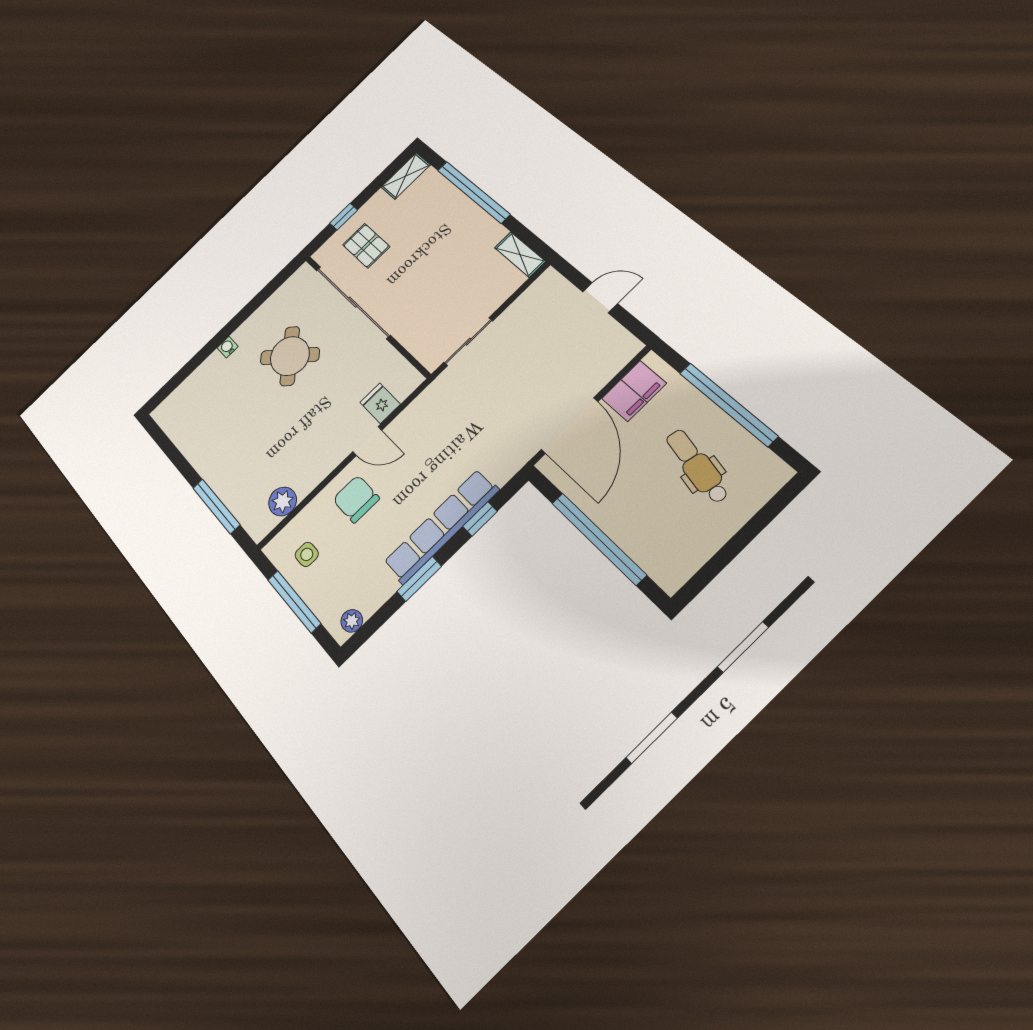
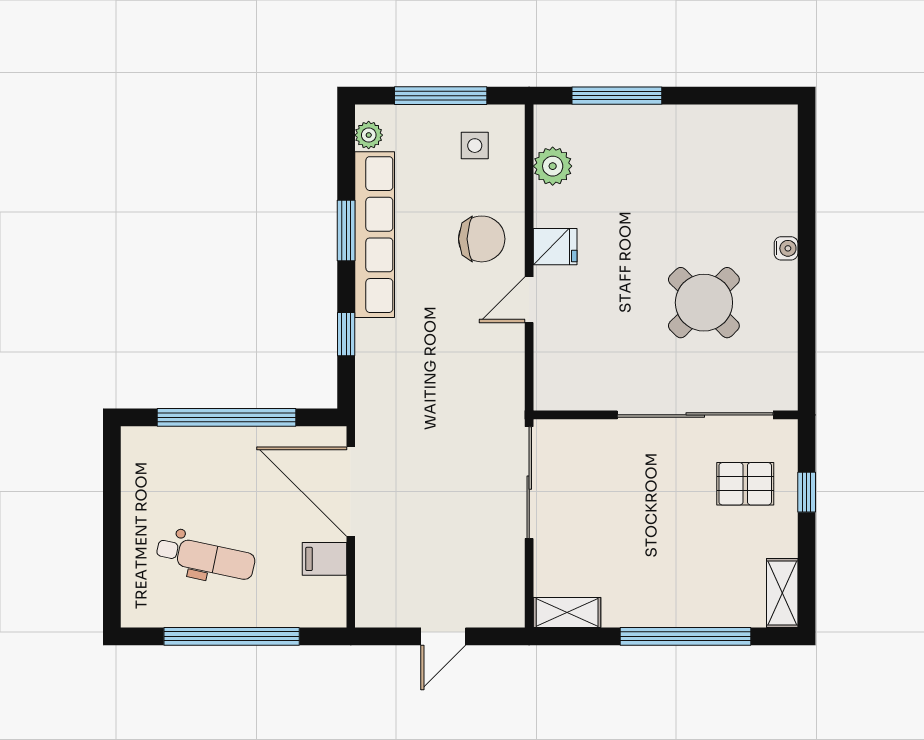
sliding door: (468, 342) -> (529, 483), width x1.37
filing cabinet: (634, 391) -> (324, 559), width x0.50
fridge: (380, 403) -> (555, 247), moved
row of seats: (441, 526) -> (375, 235), moved

